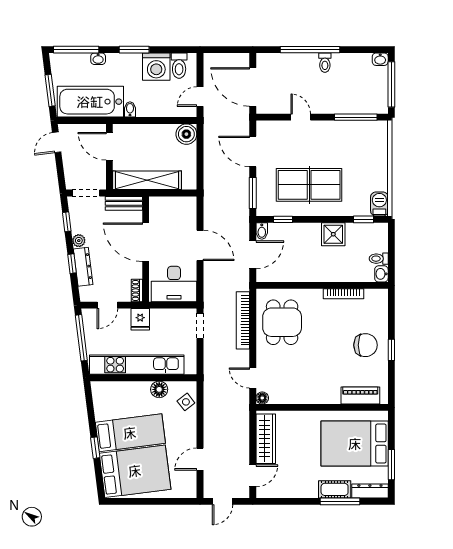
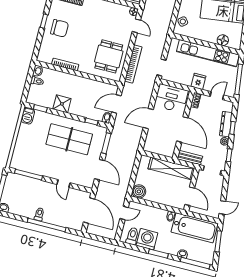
door: (200, 245) -> (148, 119), hinge flipped
chair: (365, 345) -> (60, 28), turned 180
floor lamp: (159, 389) -> (223, 40), moved

